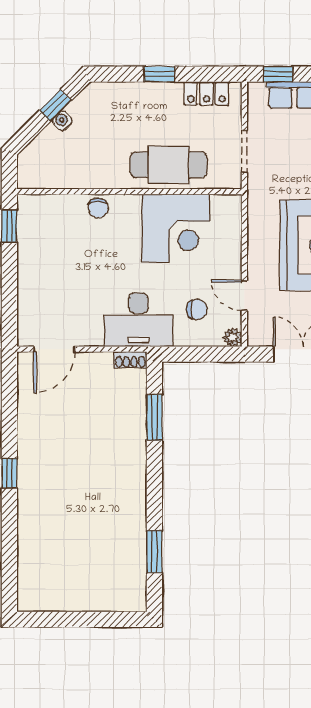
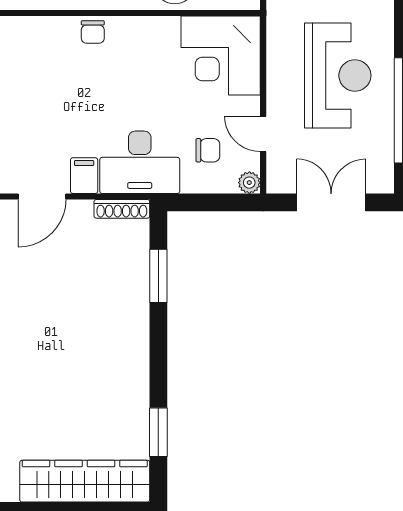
corner desk: (176, 228) -> (221, 56), moved, turned 90
filing cabinet: (91, 331) -> (84, 176), added
shoe rack: (130, 360) -> (122, 209), width x1.43
wardrobe: (91, 594) -> (85, 481), added

